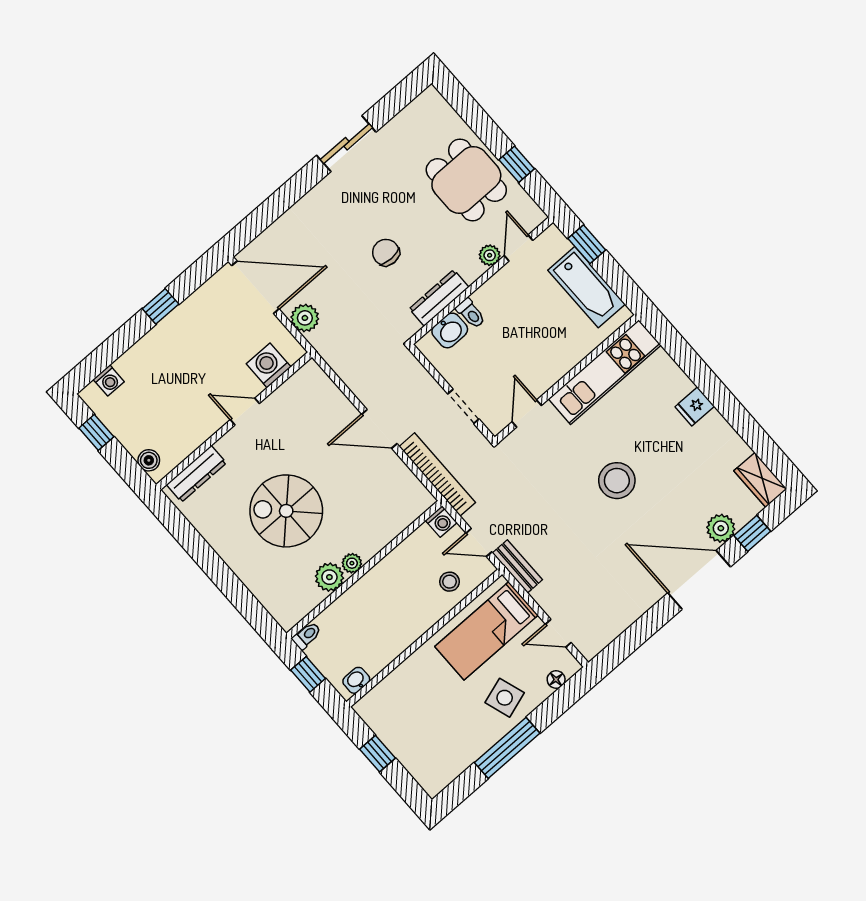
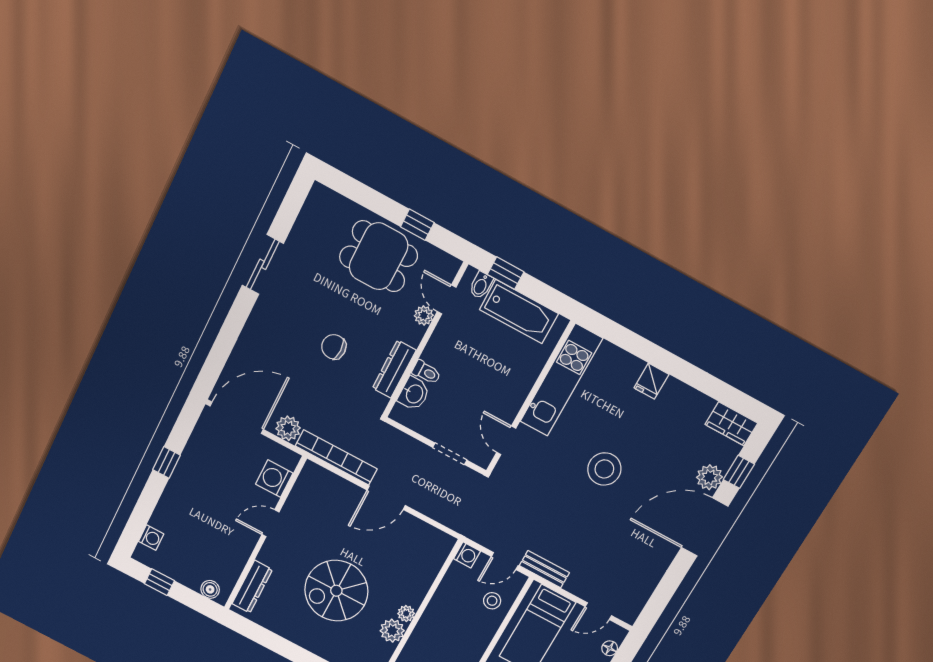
bidet: (558, 247) -> (481, 285), added
bookcase: (437, 474) -> (336, 457), moved

